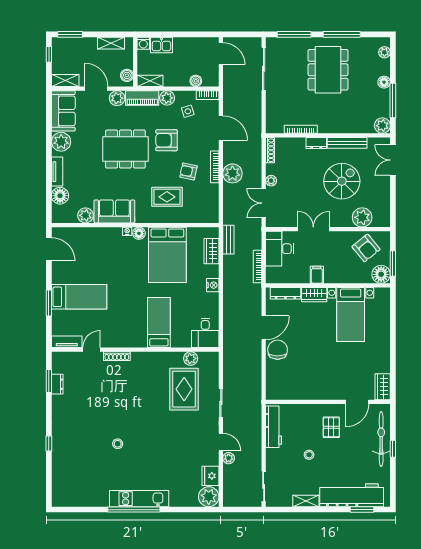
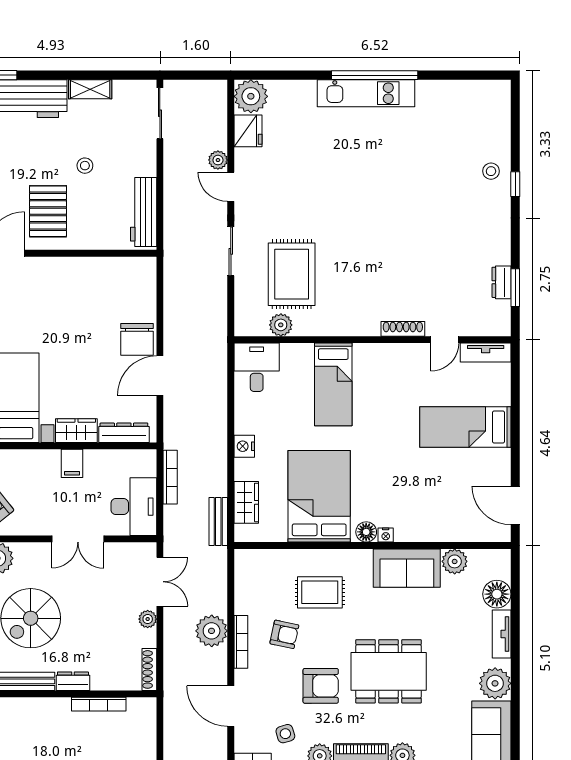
window: (49, 303) -> (515, 417), removed
pallet: (331, 427) -> (48, 211), width x1.50, depth x1.42
stool: (118, 444) -> (491, 171), moved

